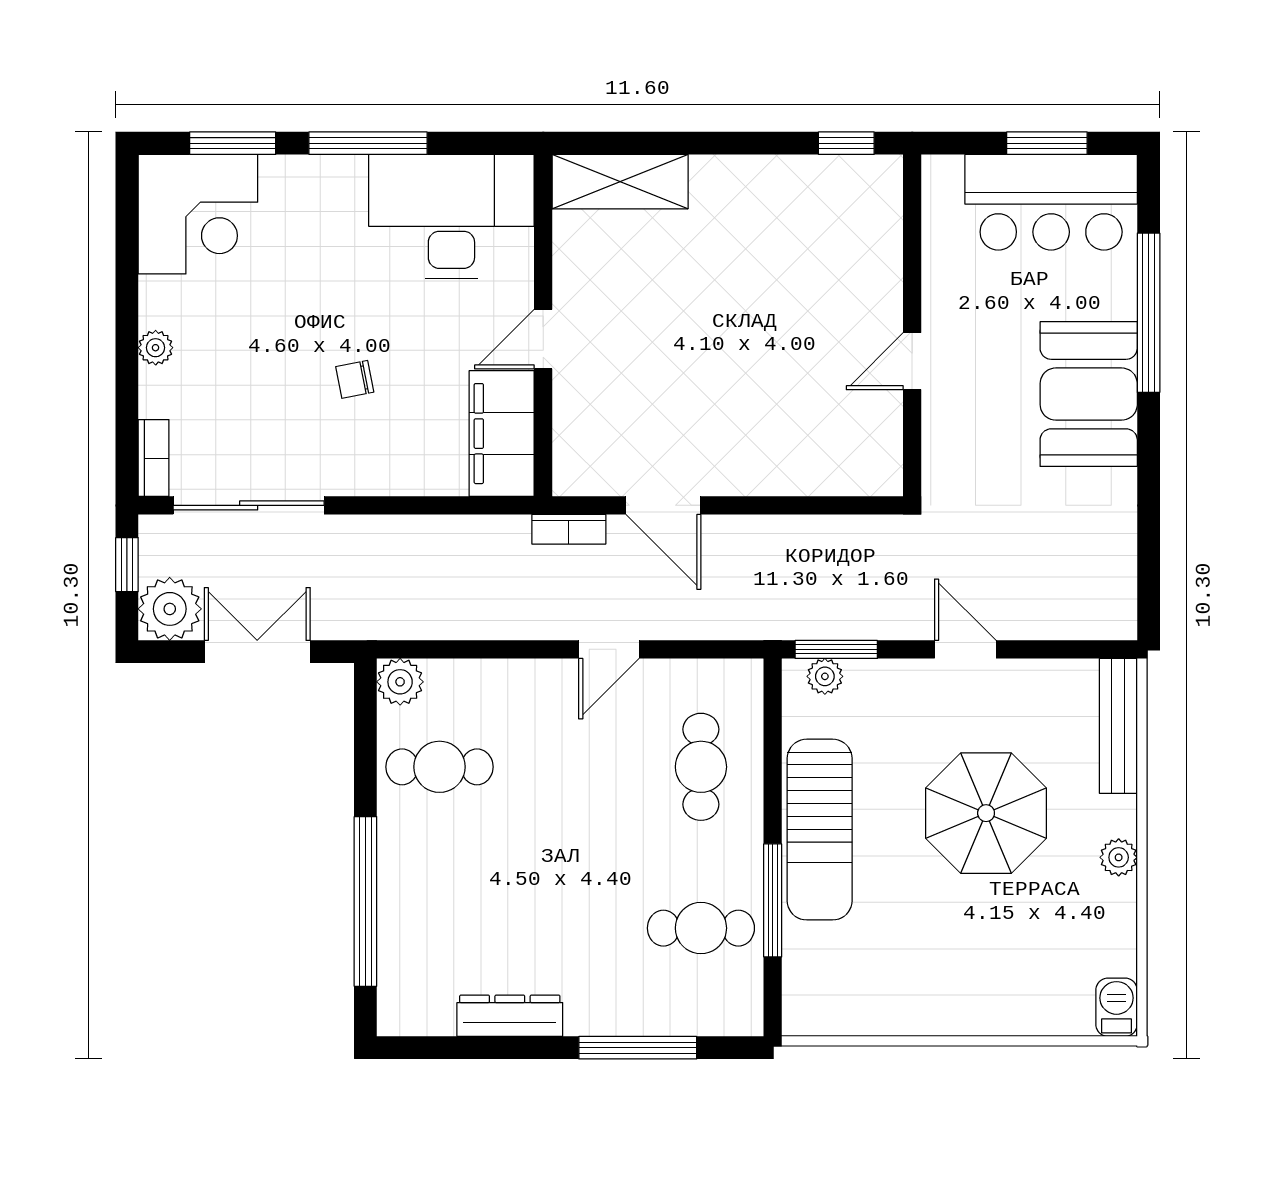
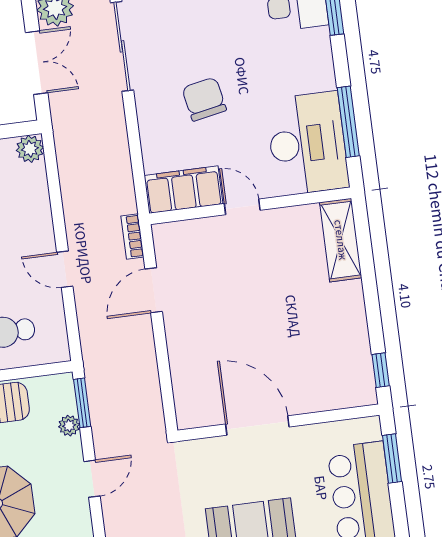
window: (368, 143) -> (348, 122), moved
window: (1047, 143) -> (392, 459), moved
door: (912, 361) -> (257, 425), width x1.88
chair: (355, 379) -> (204, 99), width x1.87, depth x1.87
plant: (825, 676) -> (69, 426), moved

